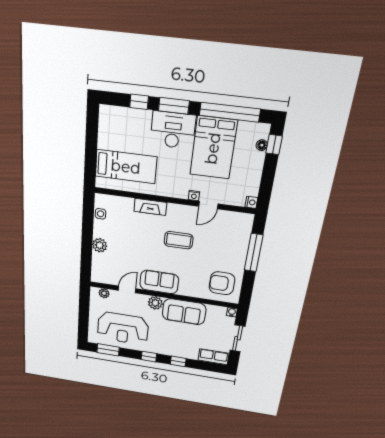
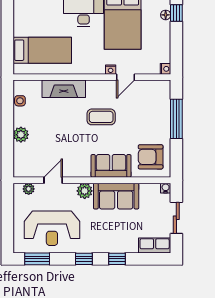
fireplace: (150, 207) -> (64, 89), width x1.37, depth x1.32
sofa: (159, 282) -> (111, 166), moved

